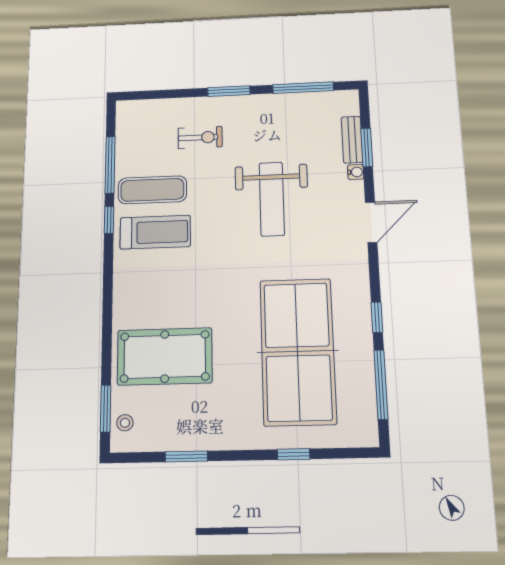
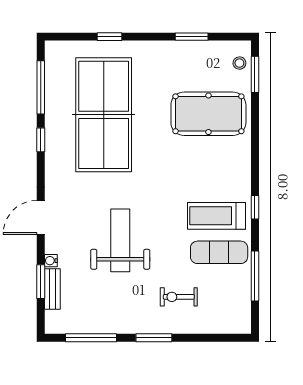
window: (109, 220) -> (255, 207), moved

